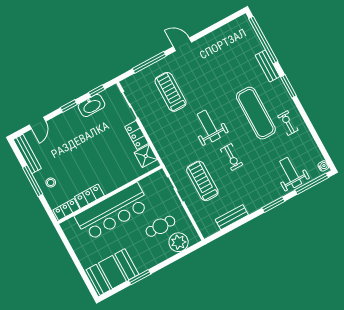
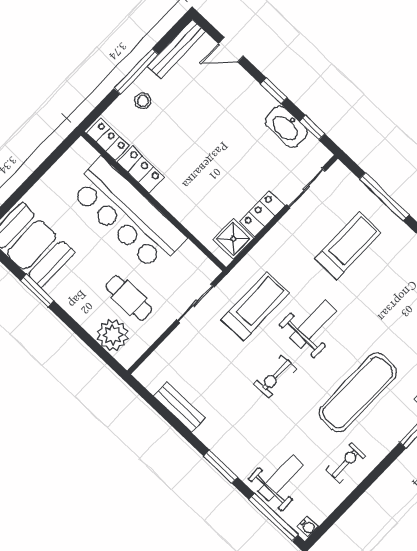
exercise bike: (288, 123) -> (346, 463), moved
treadmill: (202, 181) -> (255, 306), moved

